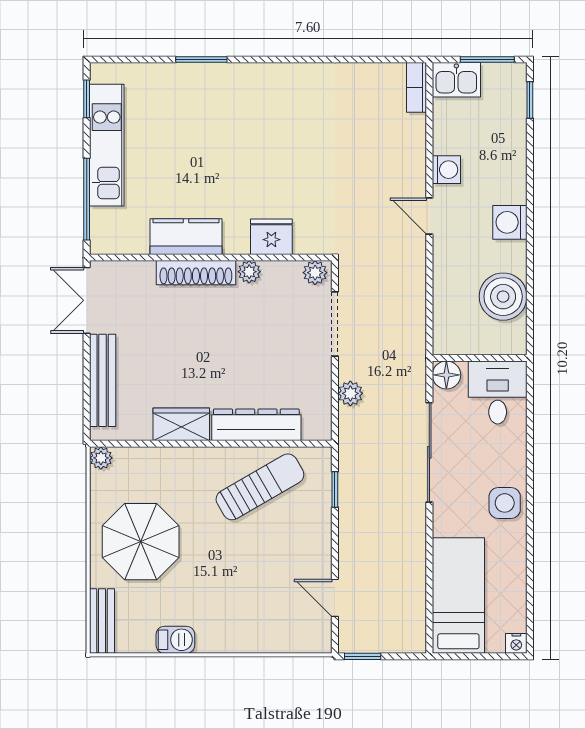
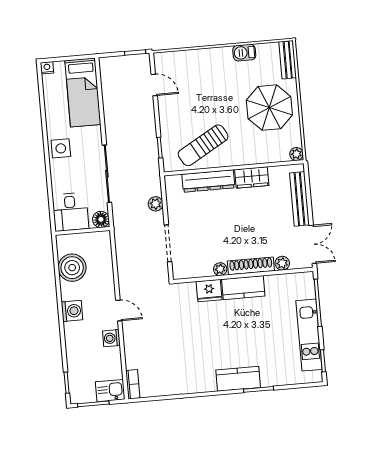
kitchen counter: (235, 81) -> (238, 379), added
kitchen counter: (186, 237) -> (243, 288), moved
plant: (315, 273) -> (282, 263), moved

